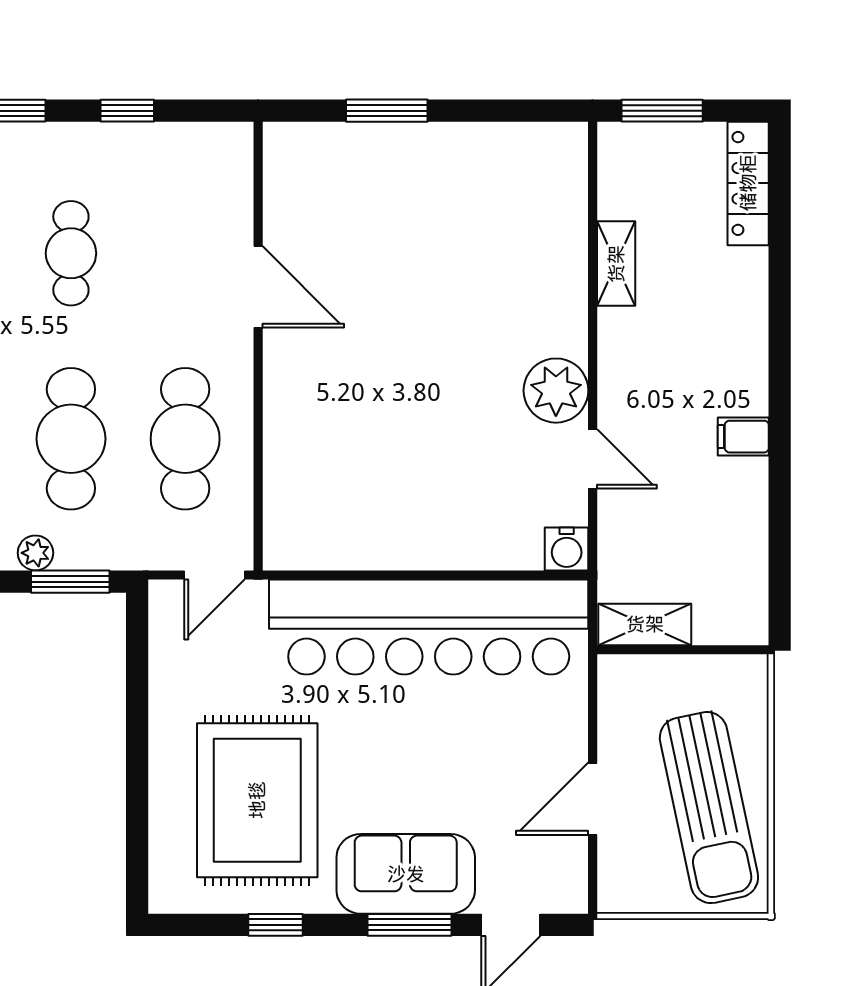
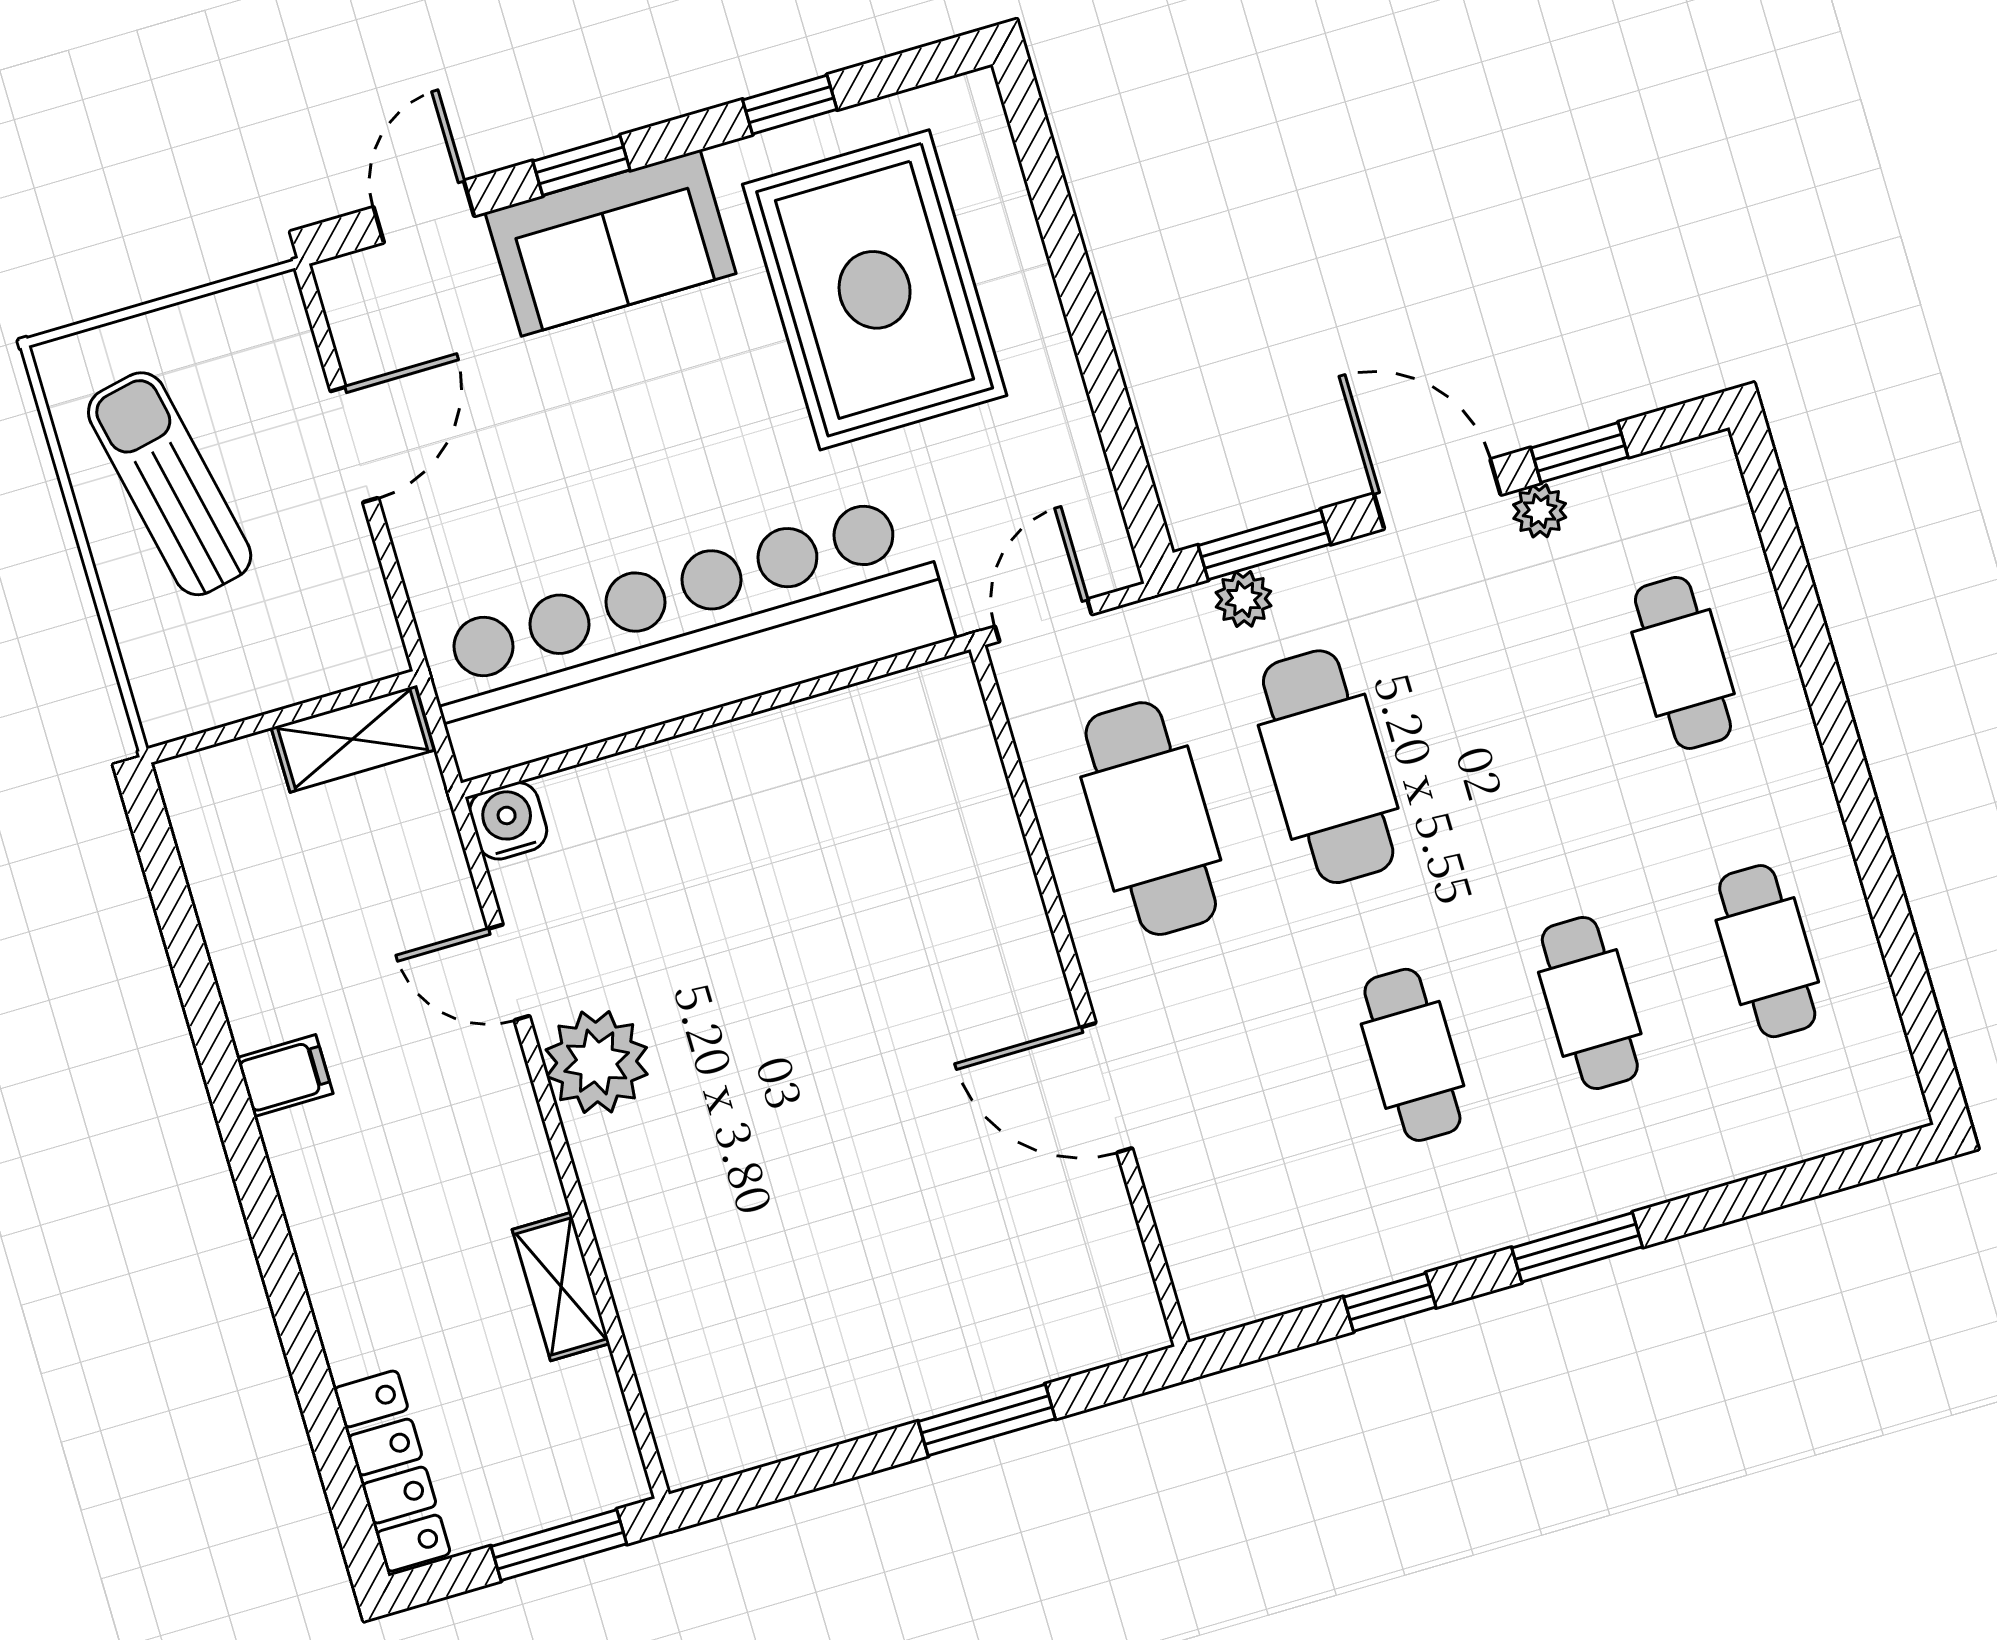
plant: (35, 553) -> (1244, 599), moved
sun lounger: (709, 808) -> (170, 484), width x0.73, depth x0.75
window: (410, 925) -> (581, 166), width x0.67

